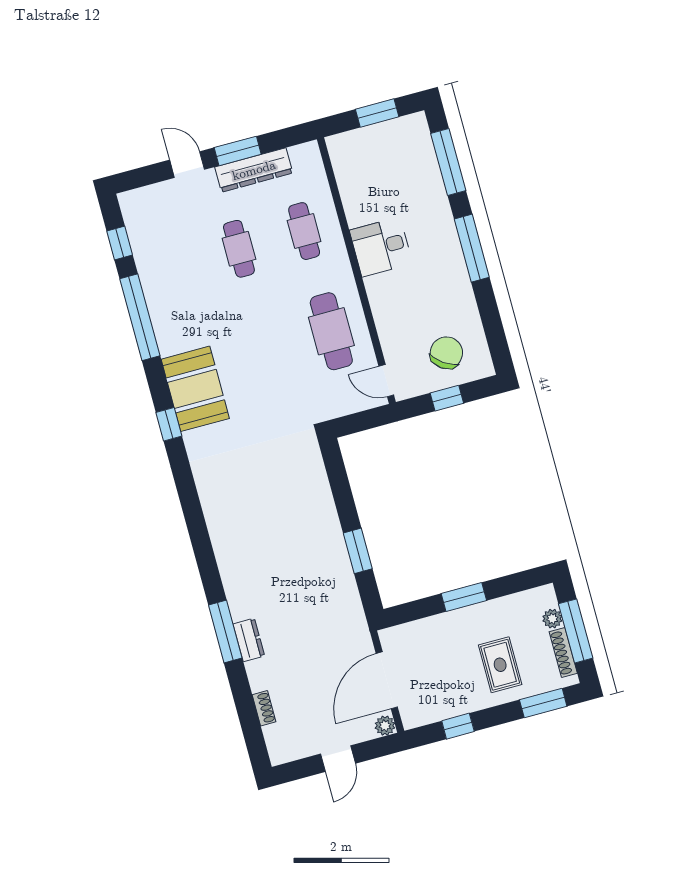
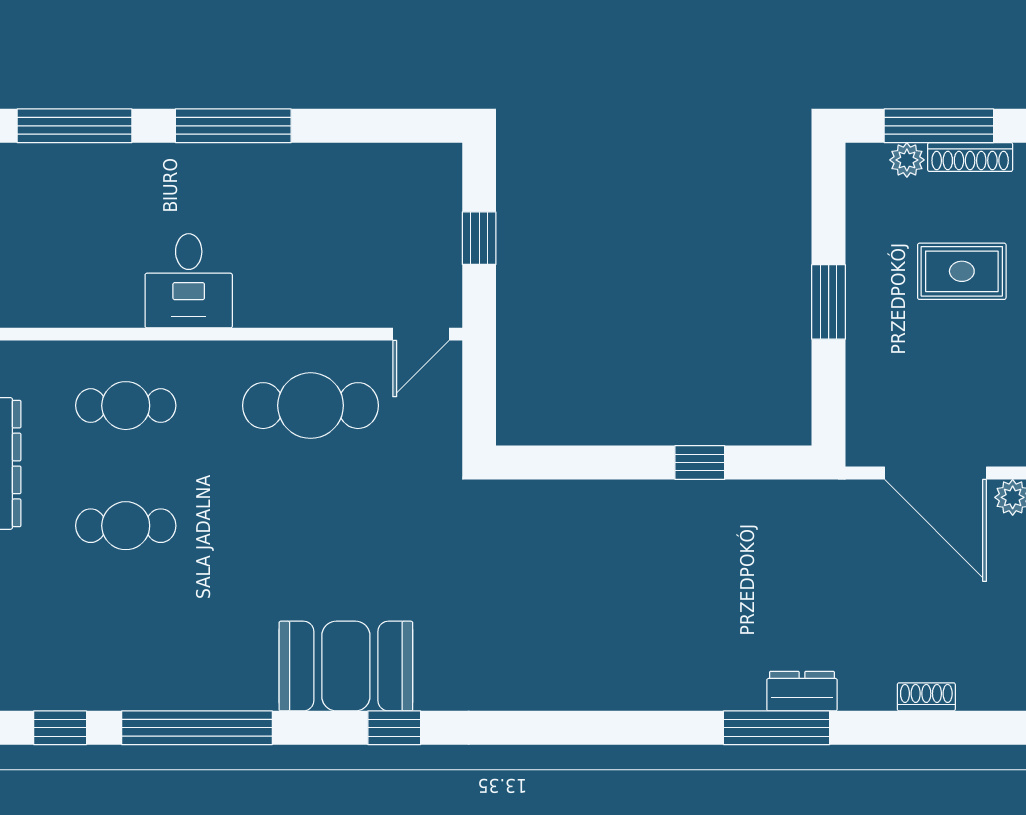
chair: (446, 353) -> (401, 218), removed
window: (358, 551) -> (700, 463), width x0.67

